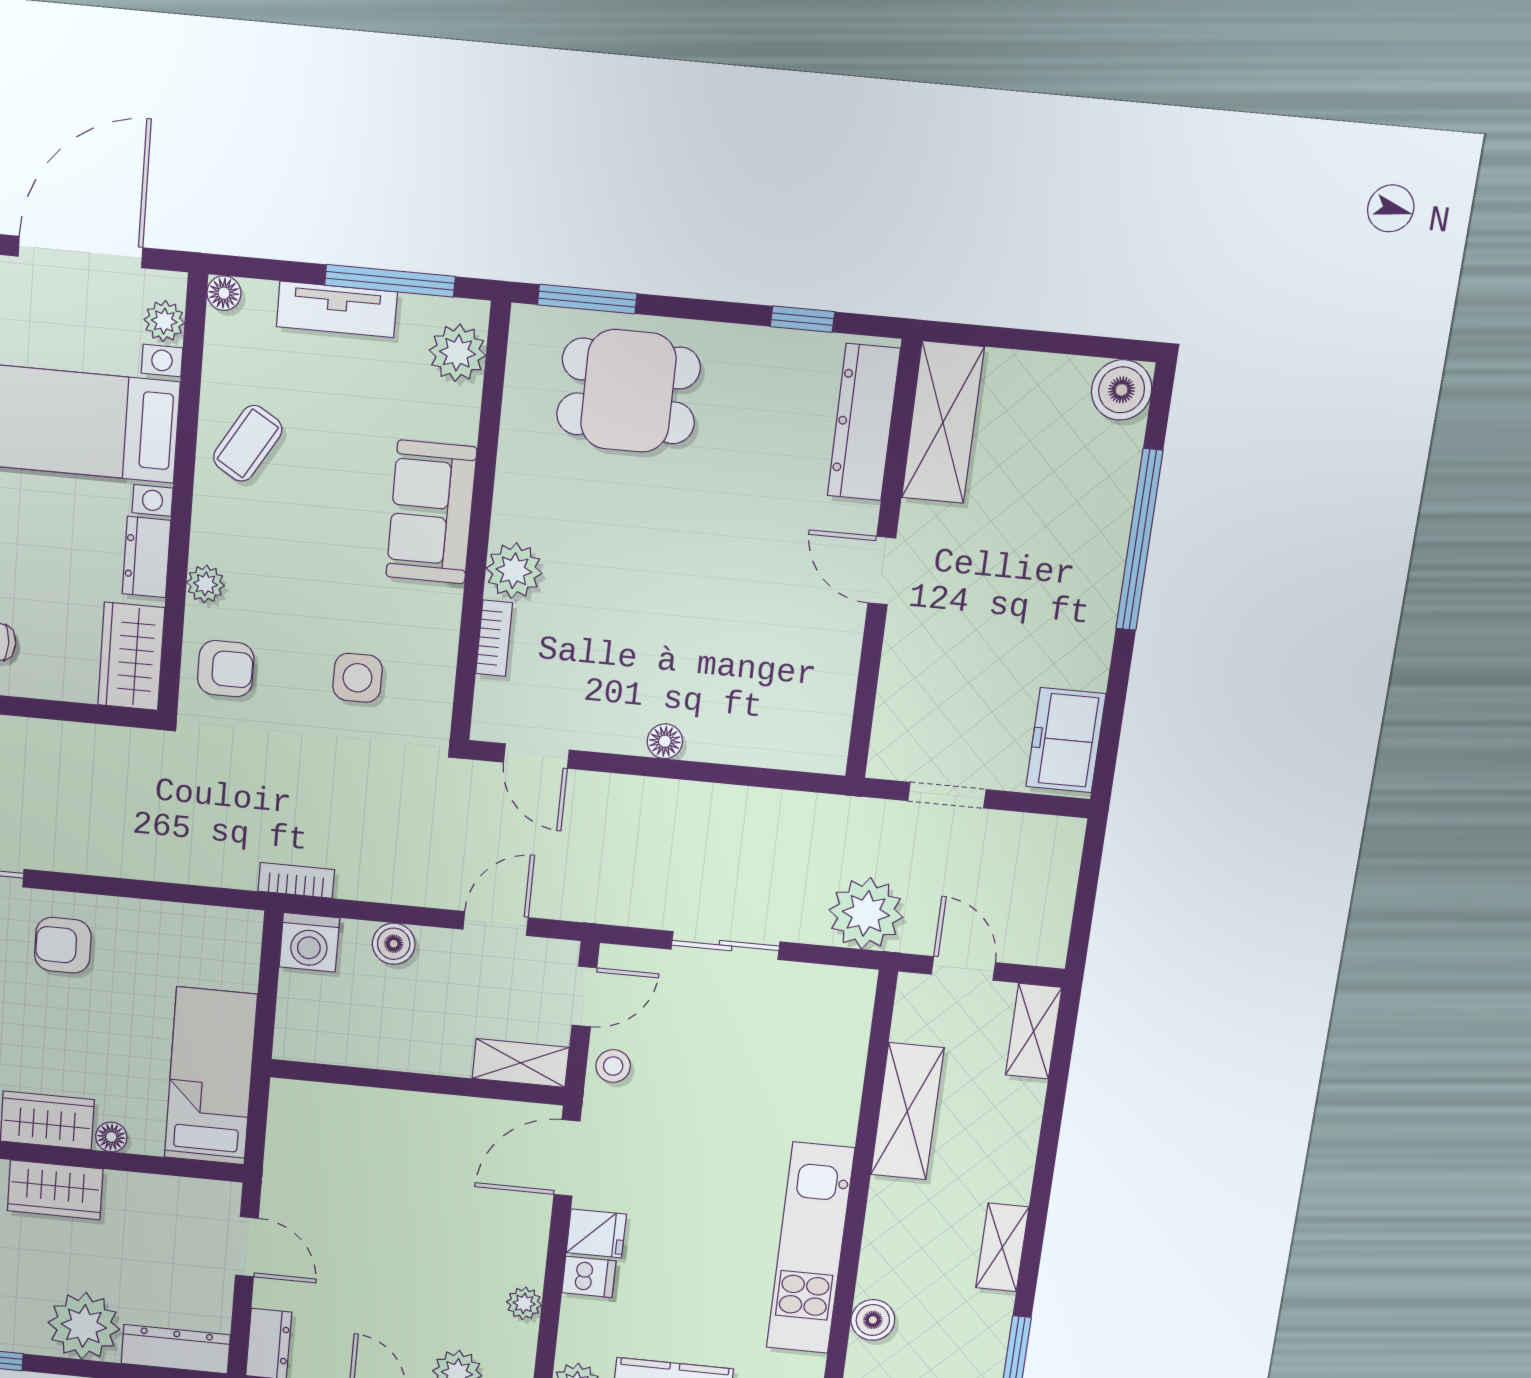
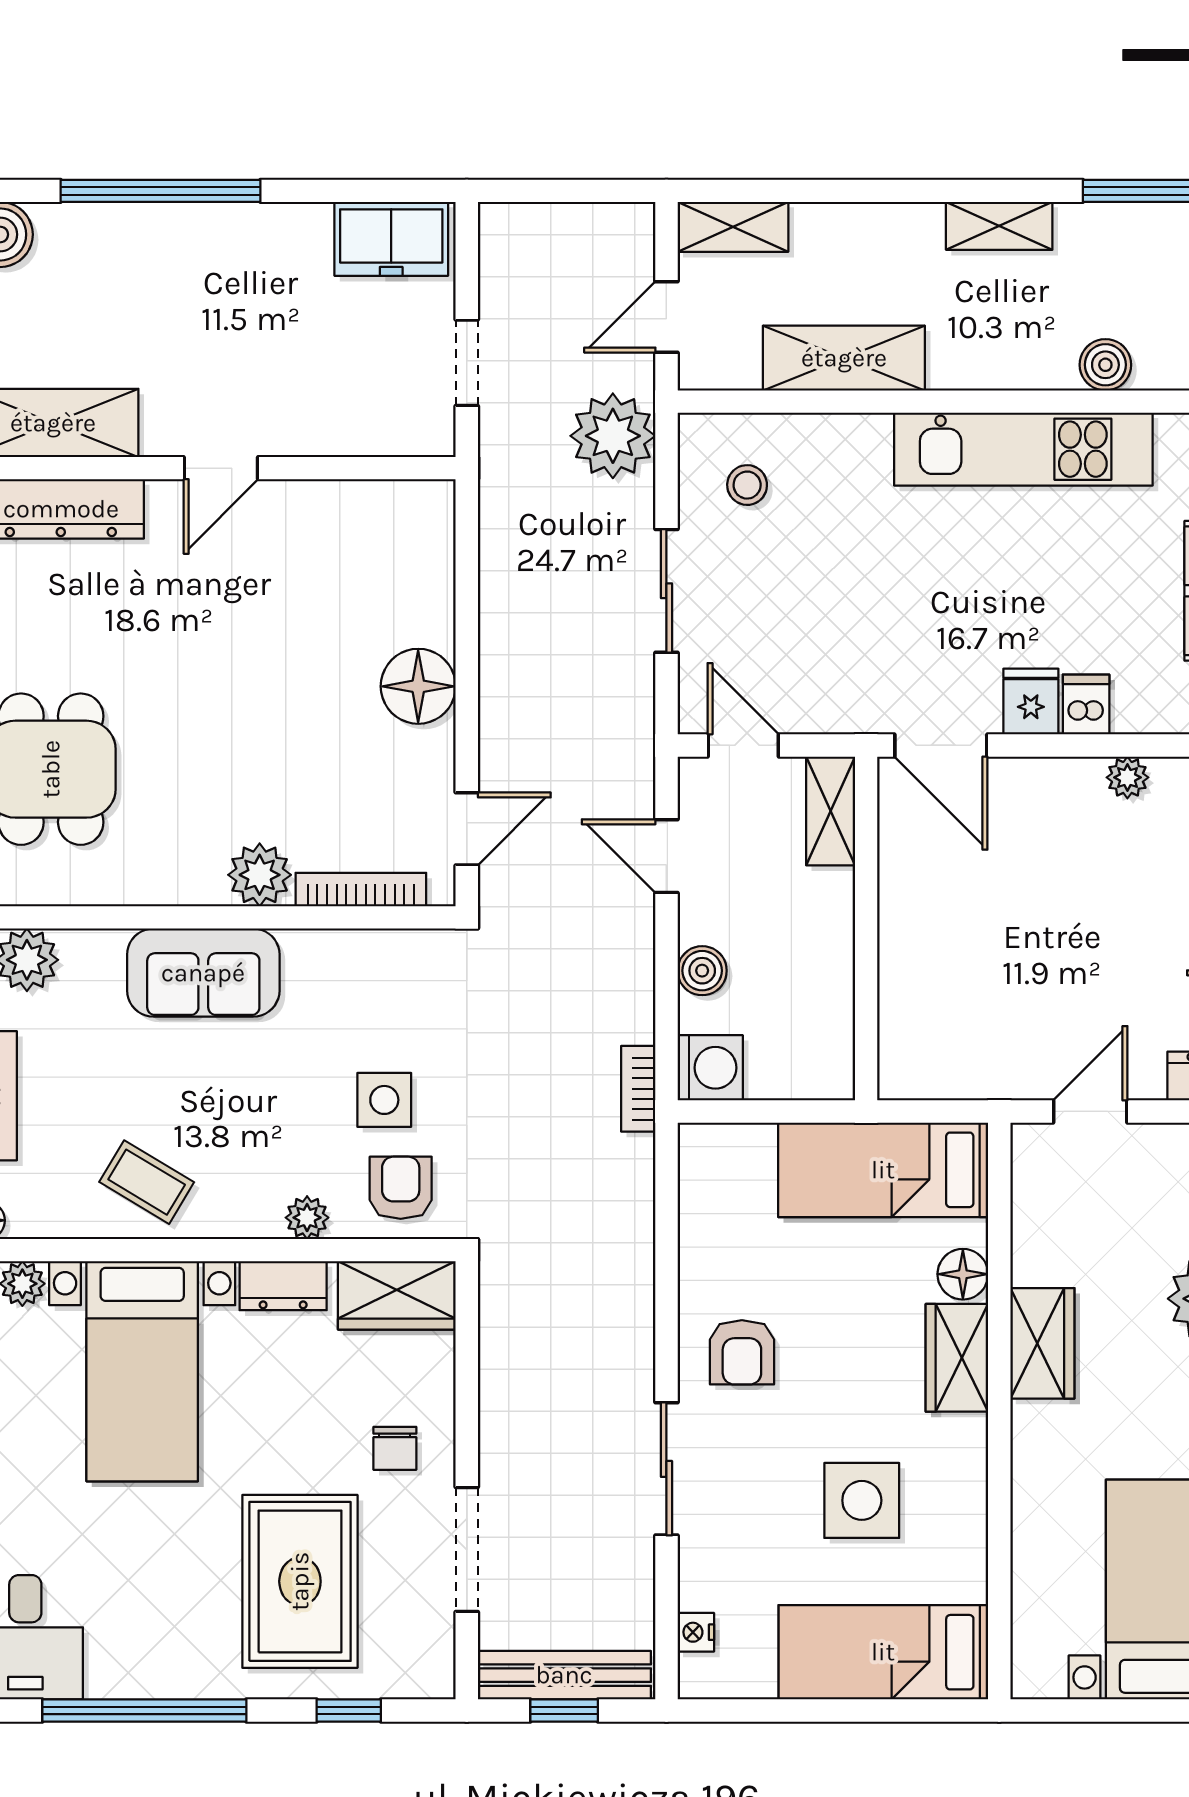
bookcase: (494, 638) -> (361, 890), width x1.56
side table: (357, 678) -> (384, 1100), moved
floor lamp: (665, 741) -> (418, 686), width x1.89, depth x1.89
stool: (613, 1066) -> (747, 485), moved
floor lamp: (111, 1137) -> (963, 1274), width x1.37, depth x1.37

